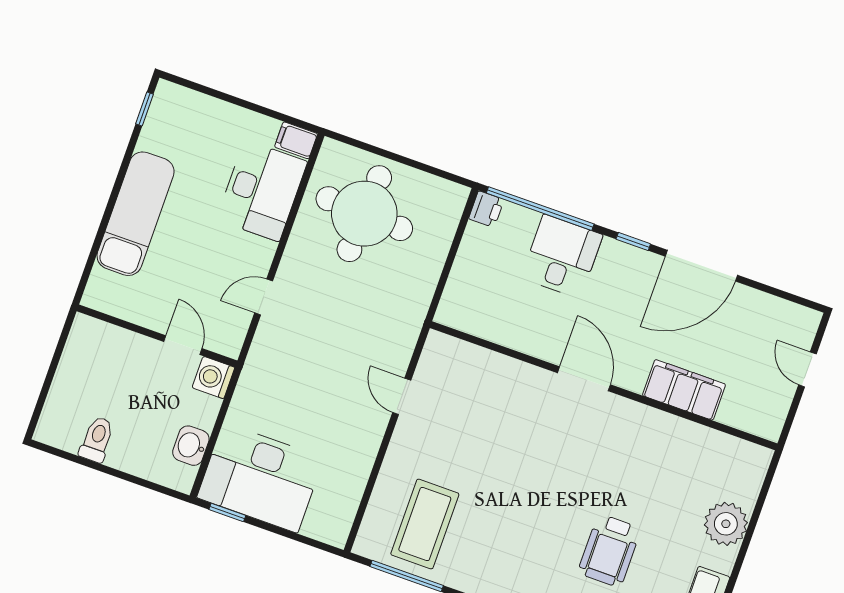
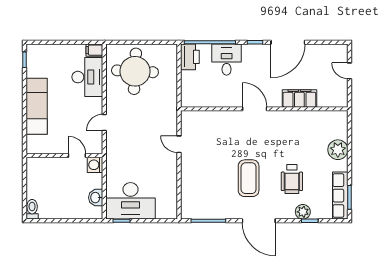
printer: (486, 209) -> (190, 57), width x1.87, depth x1.48
toilet: (97, 439) -> (32, 209), moved
coffee table: (425, 524) -> (249, 178), moved

